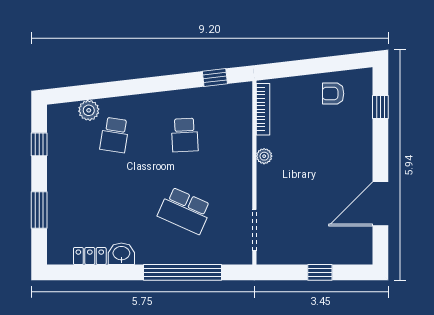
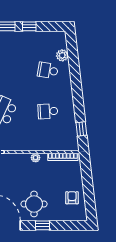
window: (380, 107) -> (42, 225), moved
window: (39, 144) -> (29, 26), moved
round table: (344, 159) -> (34, 204), added

